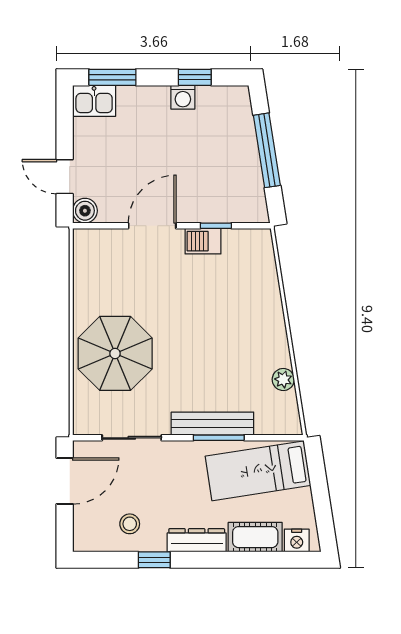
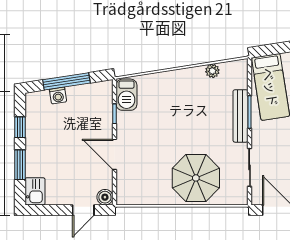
window: (112, 77) -> (20, 165), moved
washing machine: (183, 97) -> (58, 96), moved, turned 81
barbecue: (203, 241) -> (126, 95), moved, width x1.38, depth x1.27

